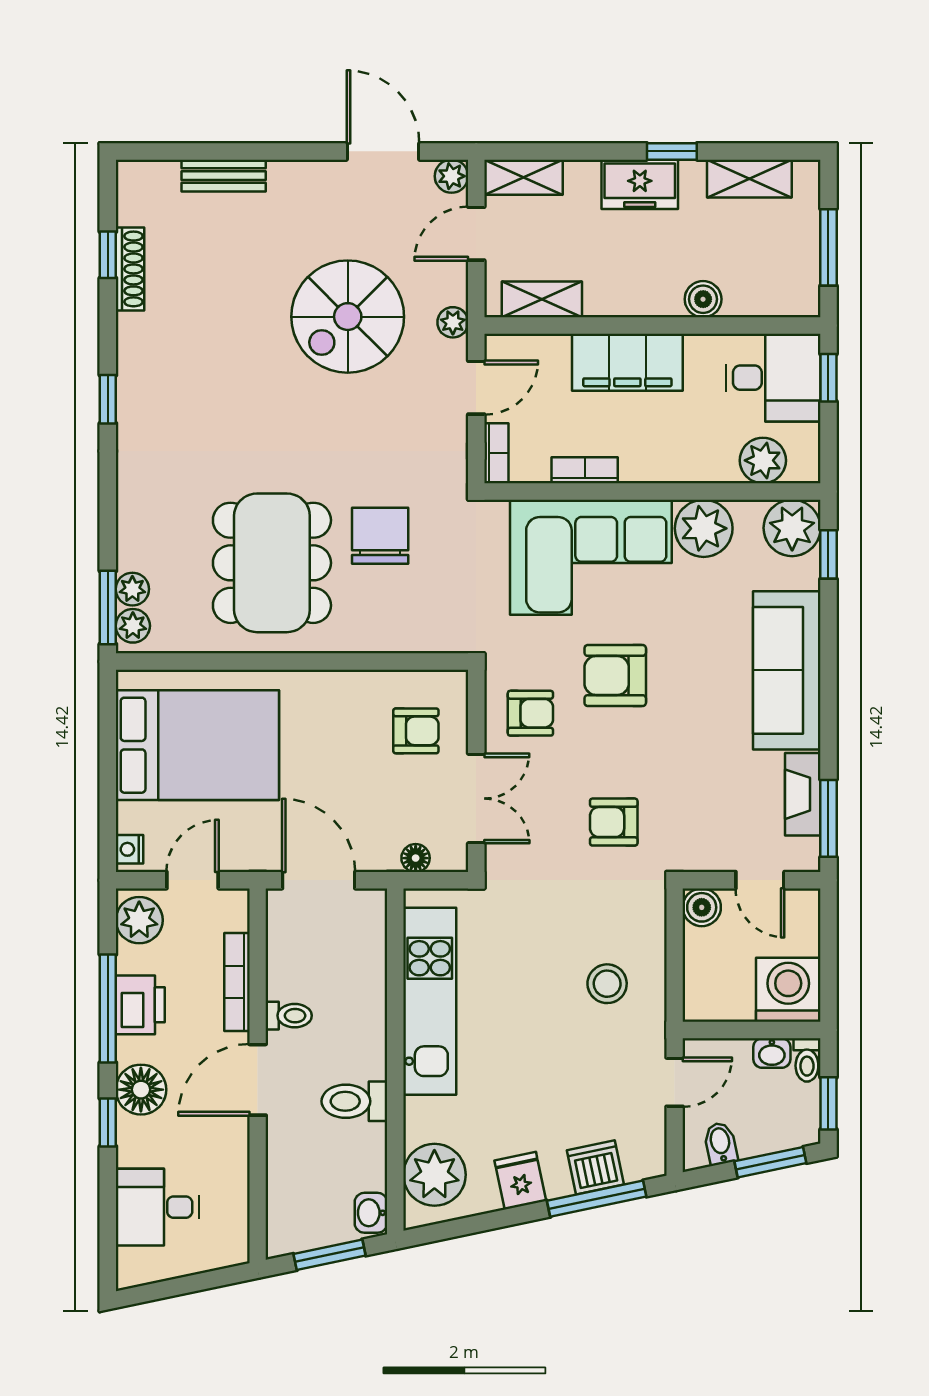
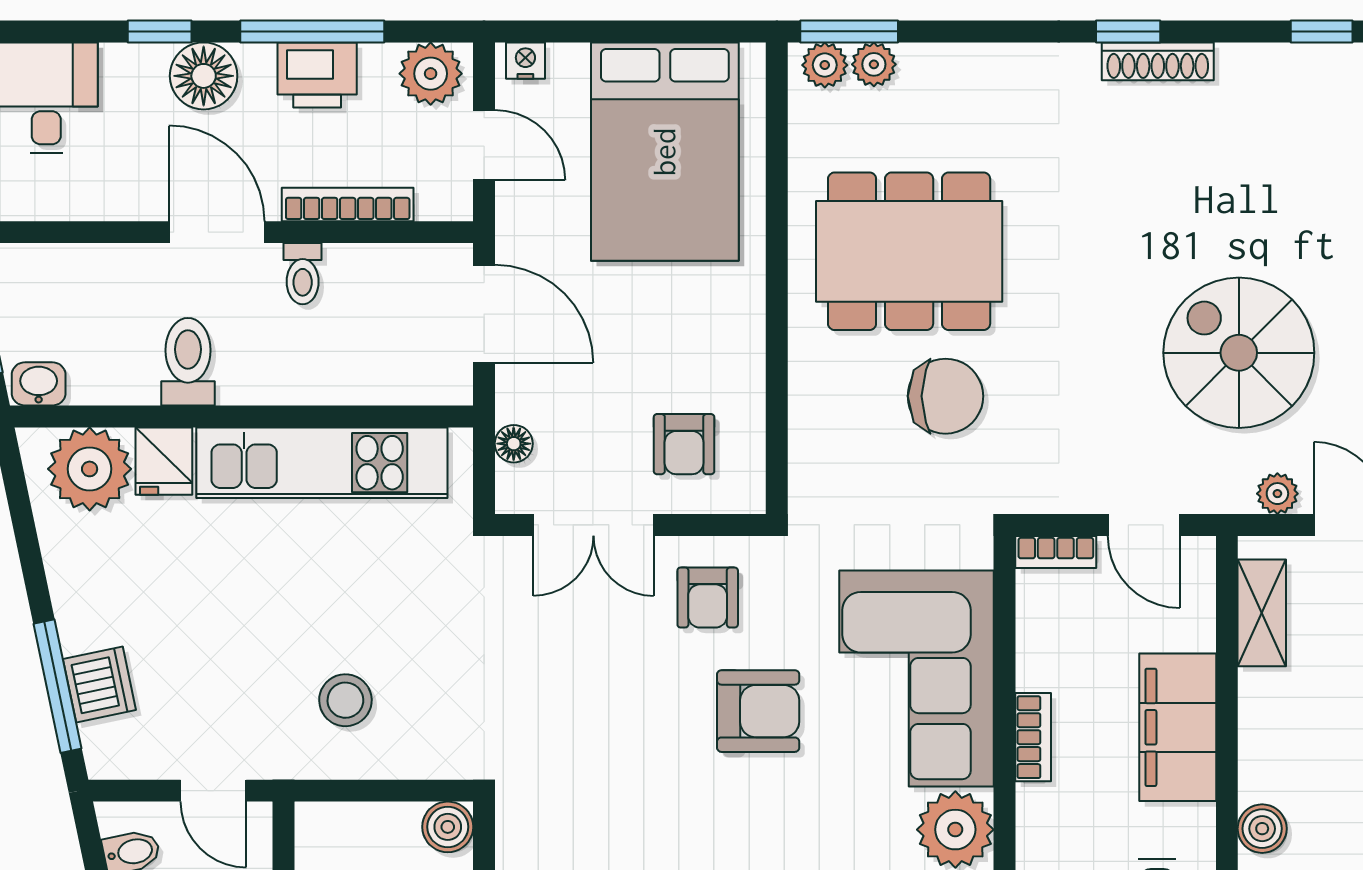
shoe rack: (130, 269) -> (1158, 61), moved
plant: (453, 322) -> (1277, 494), moved
bookcase: (585, 470) -> (1033, 737), moved
armchair: (615, 676) -> (758, 711), turned 90
armchair: (614, 822) -> (562, 709), removed
door: (319, 880) -> (484, 314), hinge flipped
fridge: (520, 1181) -> (164, 461), moved, turned 102

